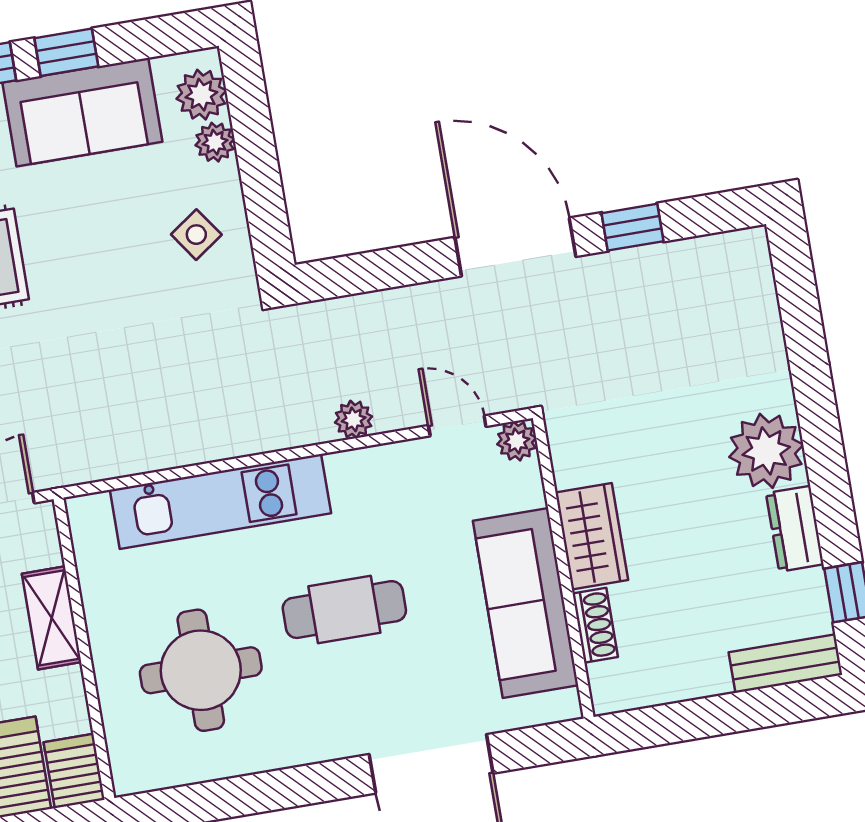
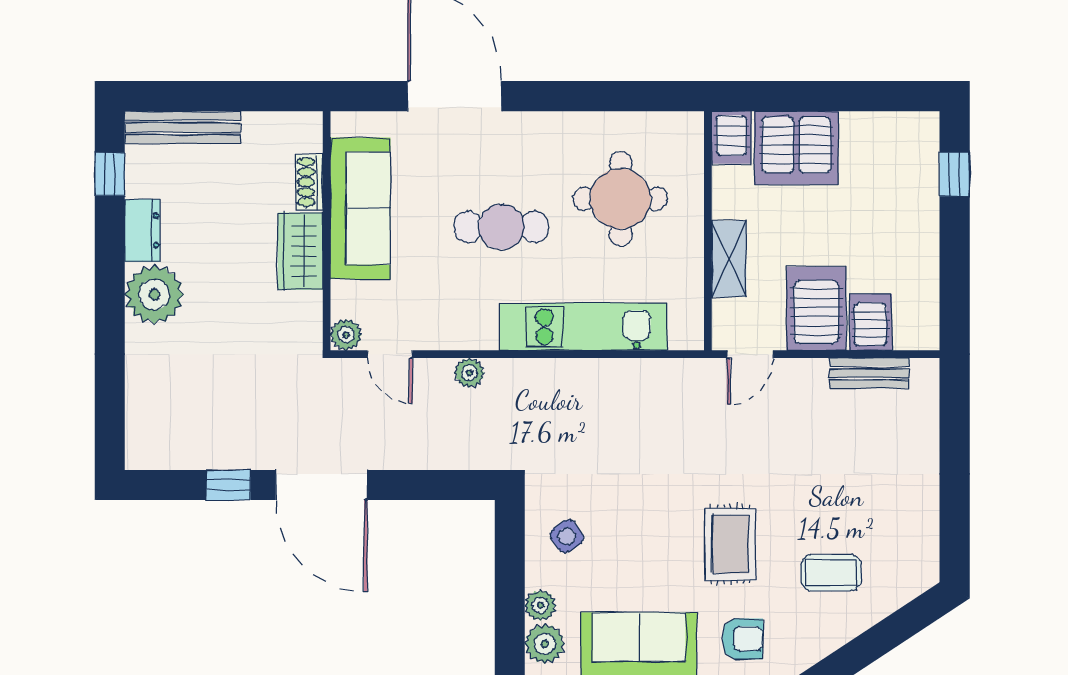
bench: (786, 664) -> (183, 127), width x1.36

